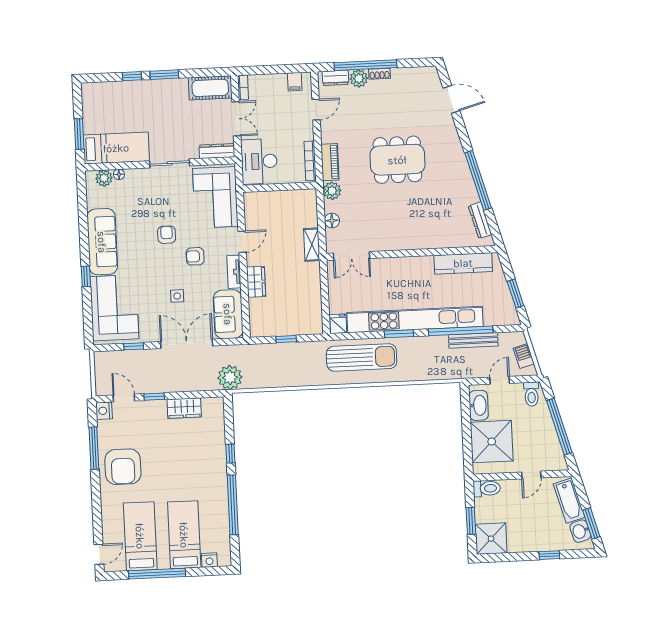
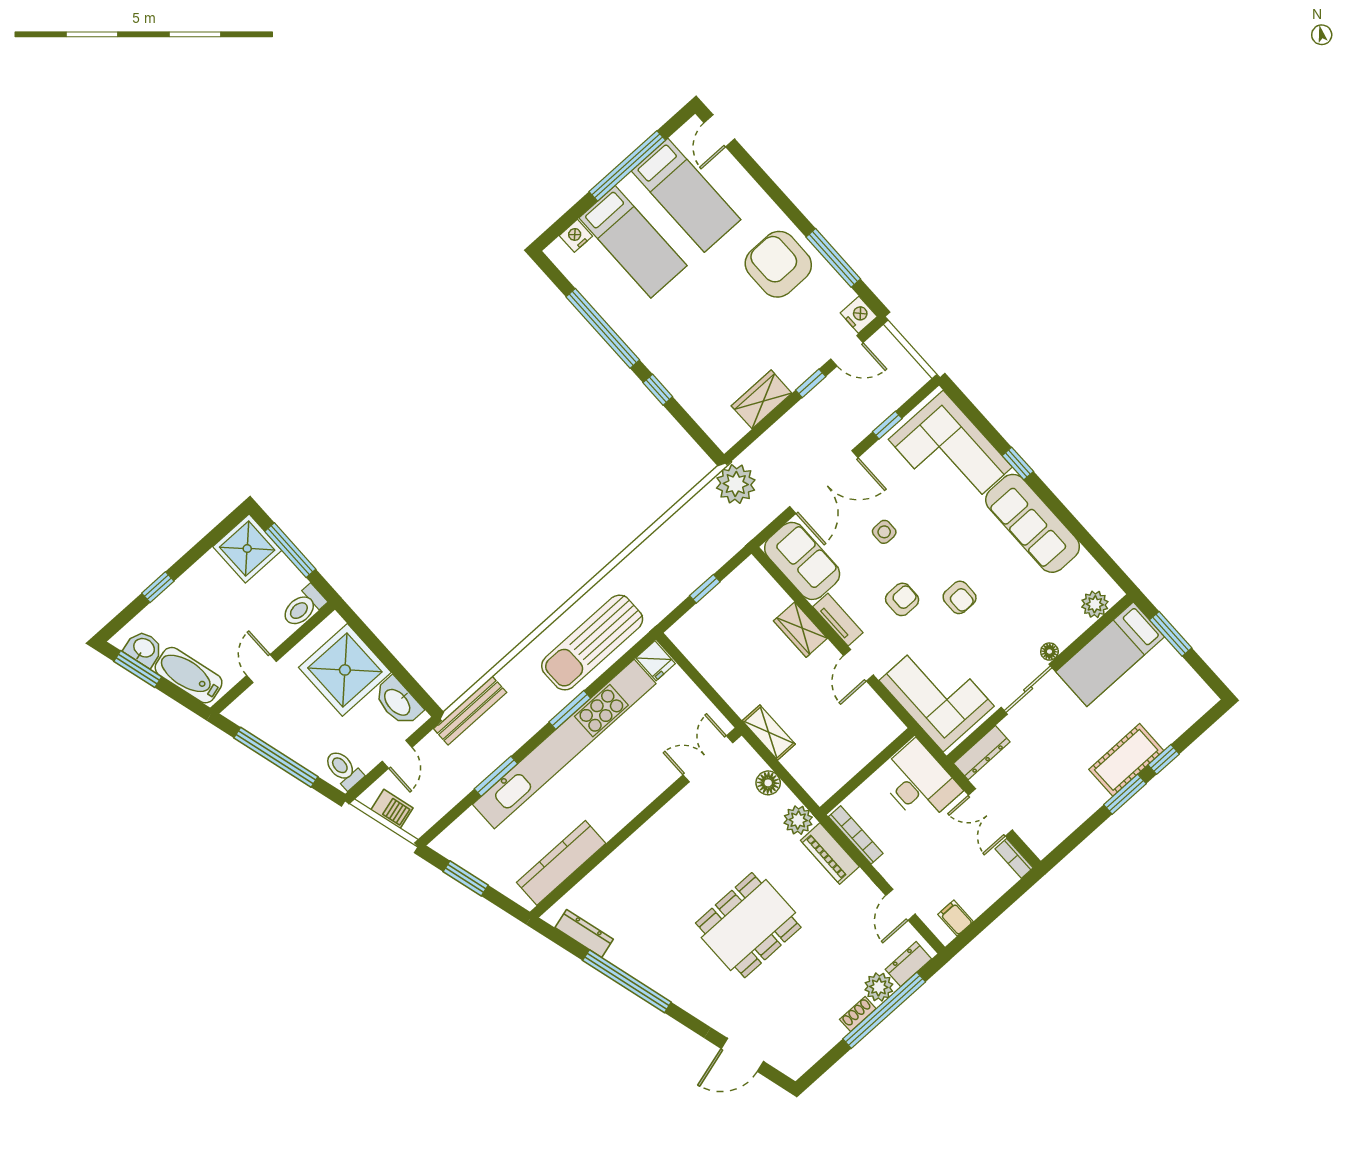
cot: (210, 88) -> (1126, 760), moved
floor lamp: (119, 174) -> (1049, 652), moved
window: (461, 331) -> (496, 776), width x0.47
bench: (473, 340) -> (470, 711), moved
window: (471, 521) -> (290, 550), width x1.44

